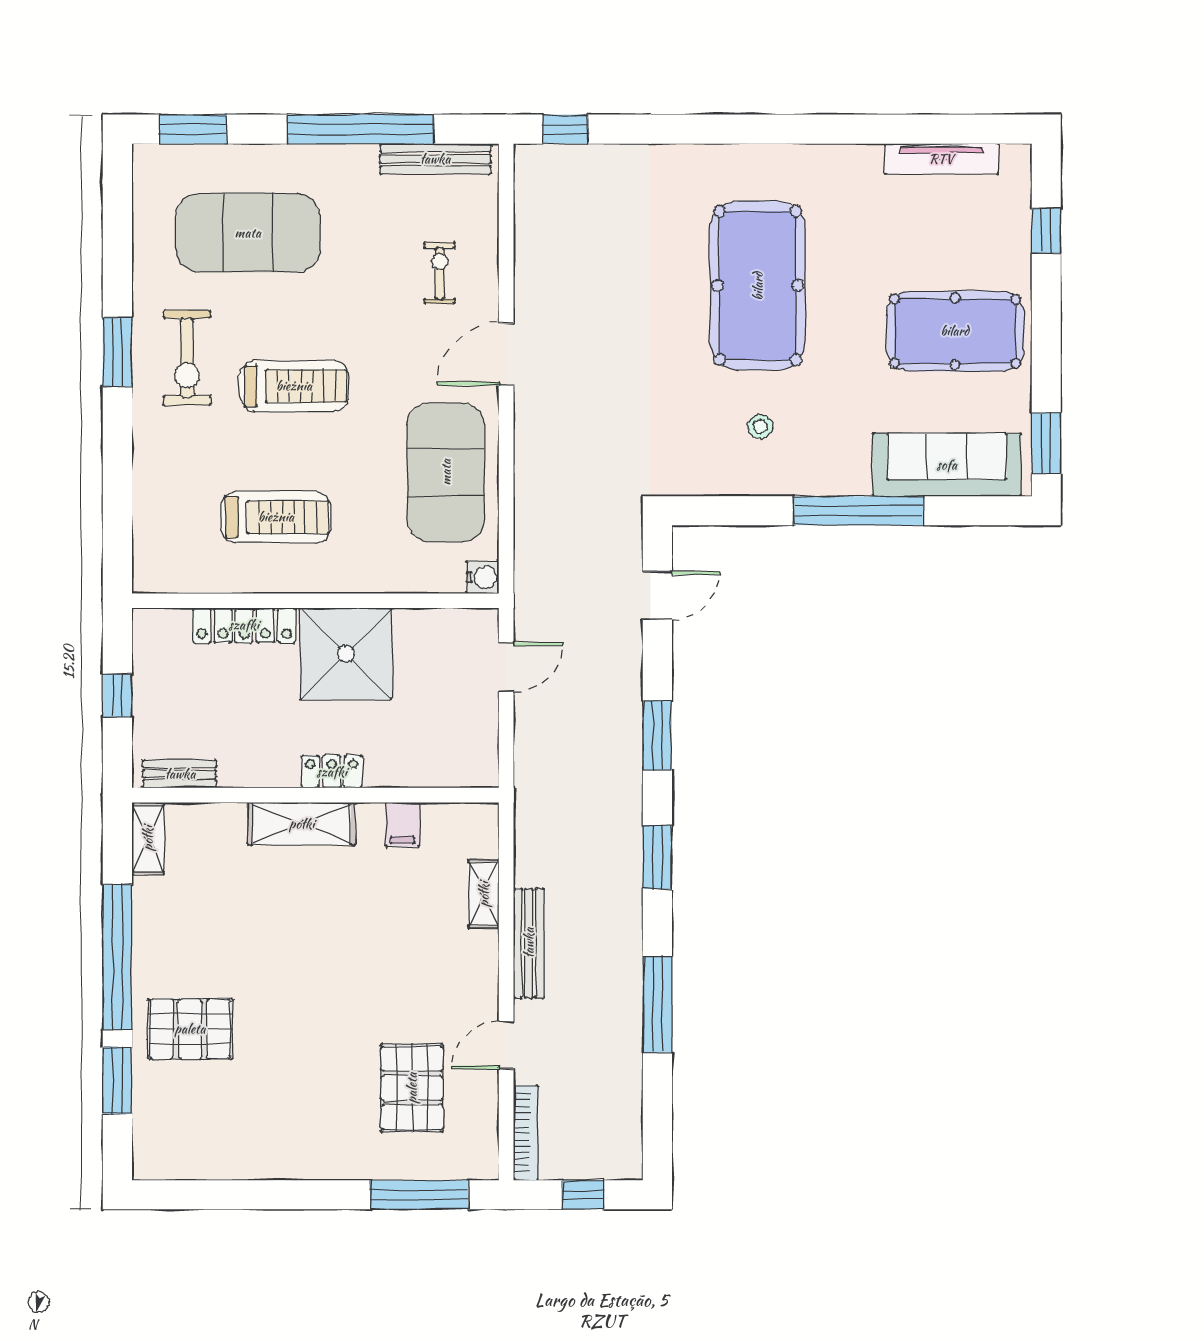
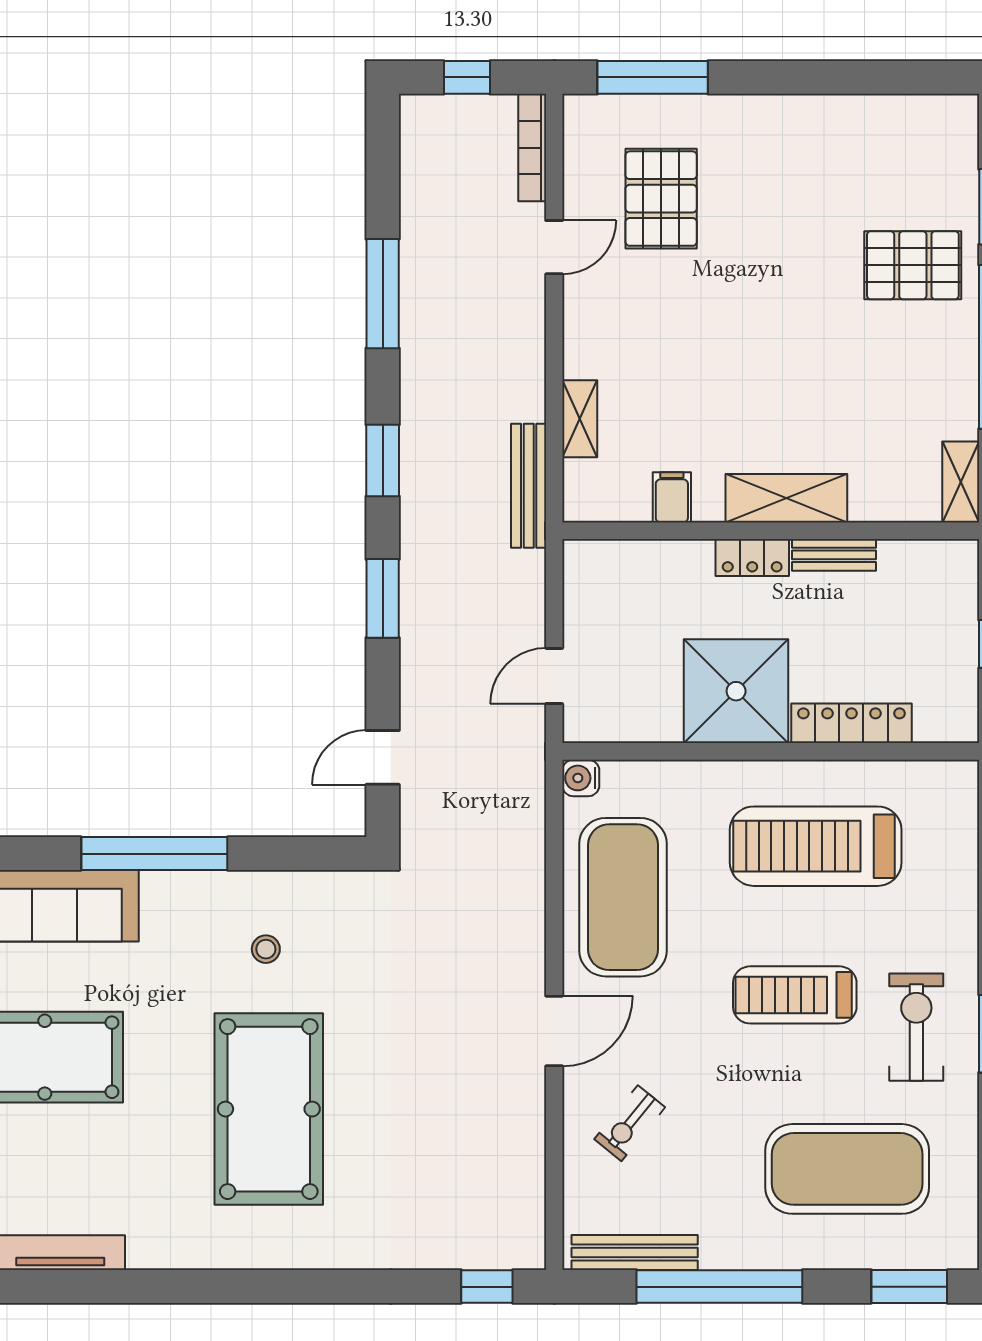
exercise bike: (440, 273) -> (630, 1123), turned 39
treadmill: (276, 517) -> (816, 846), width x1.37, depth x1.38
bench: (180, 774) -> (834, 555), moved
bench: (529, 943) -> (529, 486), moved

